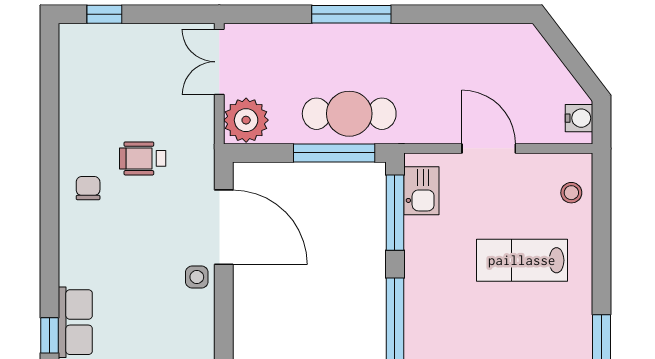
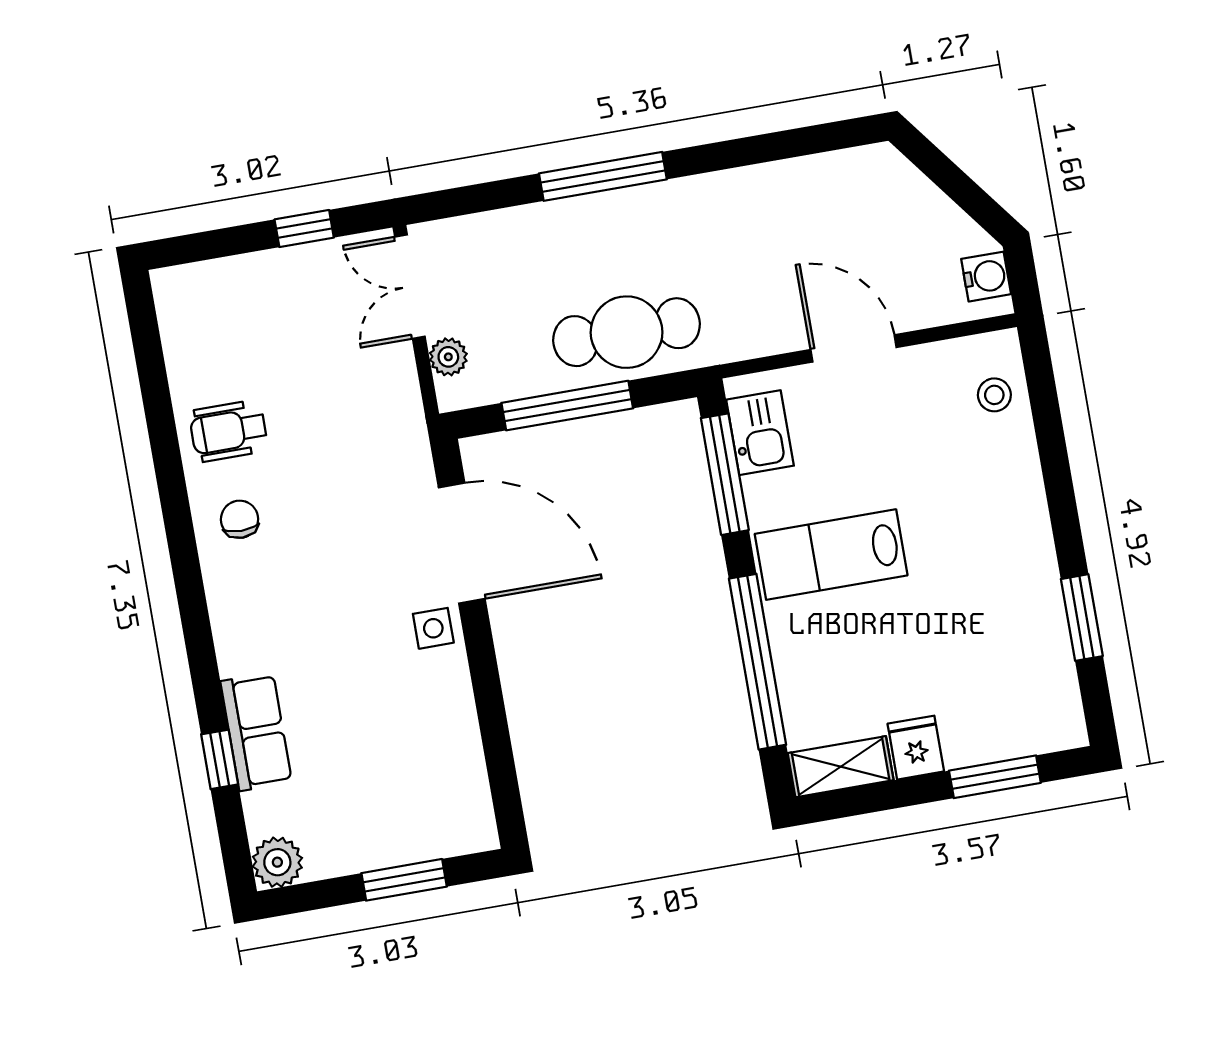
window: (104, 14) -> (304, 229), moved
plant: (246, 120) -> (448, 357), width x0.53, depth x0.53
window: (334, 153) -> (567, 406), moved
wheelchair: (143, 158) -> (228, 431), moved
lab bench: (522, 260) -> (831, 555), moved

